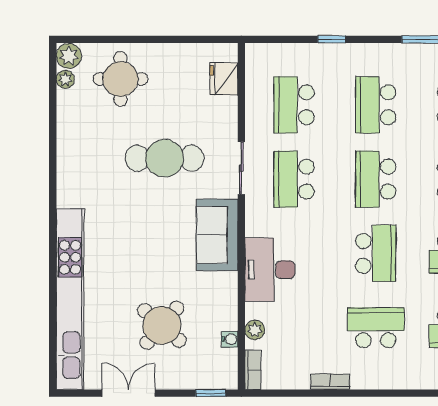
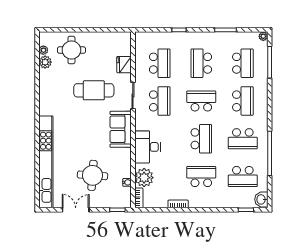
plant: (69, 56) -> (45, 62), moved
fridge: (224, 79) -> (124, 65), moved
school desk: (294, 105) -> (160, 63), turned 180
school desk: (294, 179) -> (160, 101), turned 180
school desk: (376, 179) -> (201, 101), turned 90
round table: (162, 325) -> (92, 175), turned -37
plant: (255, 330) -> (144, 178), width x1.87, depth x1.87

